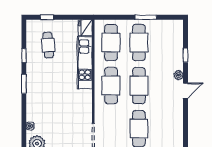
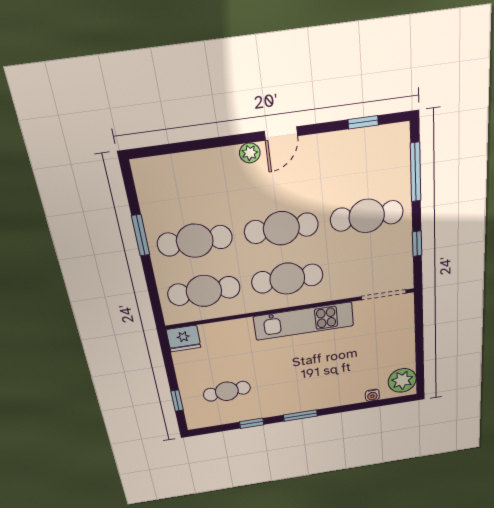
window: (186, 55) -> (363, 122), moved
kitchen unit: (85, 63) -> (304, 321), moved
door: (186, 91) -> (281, 133), swing flipped

